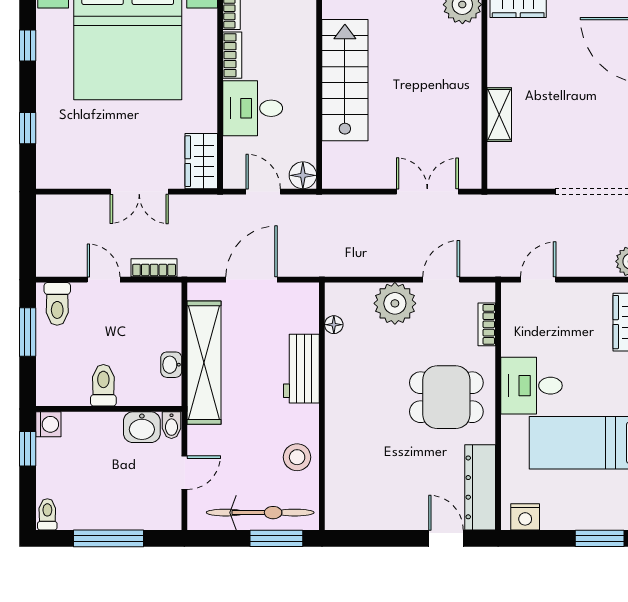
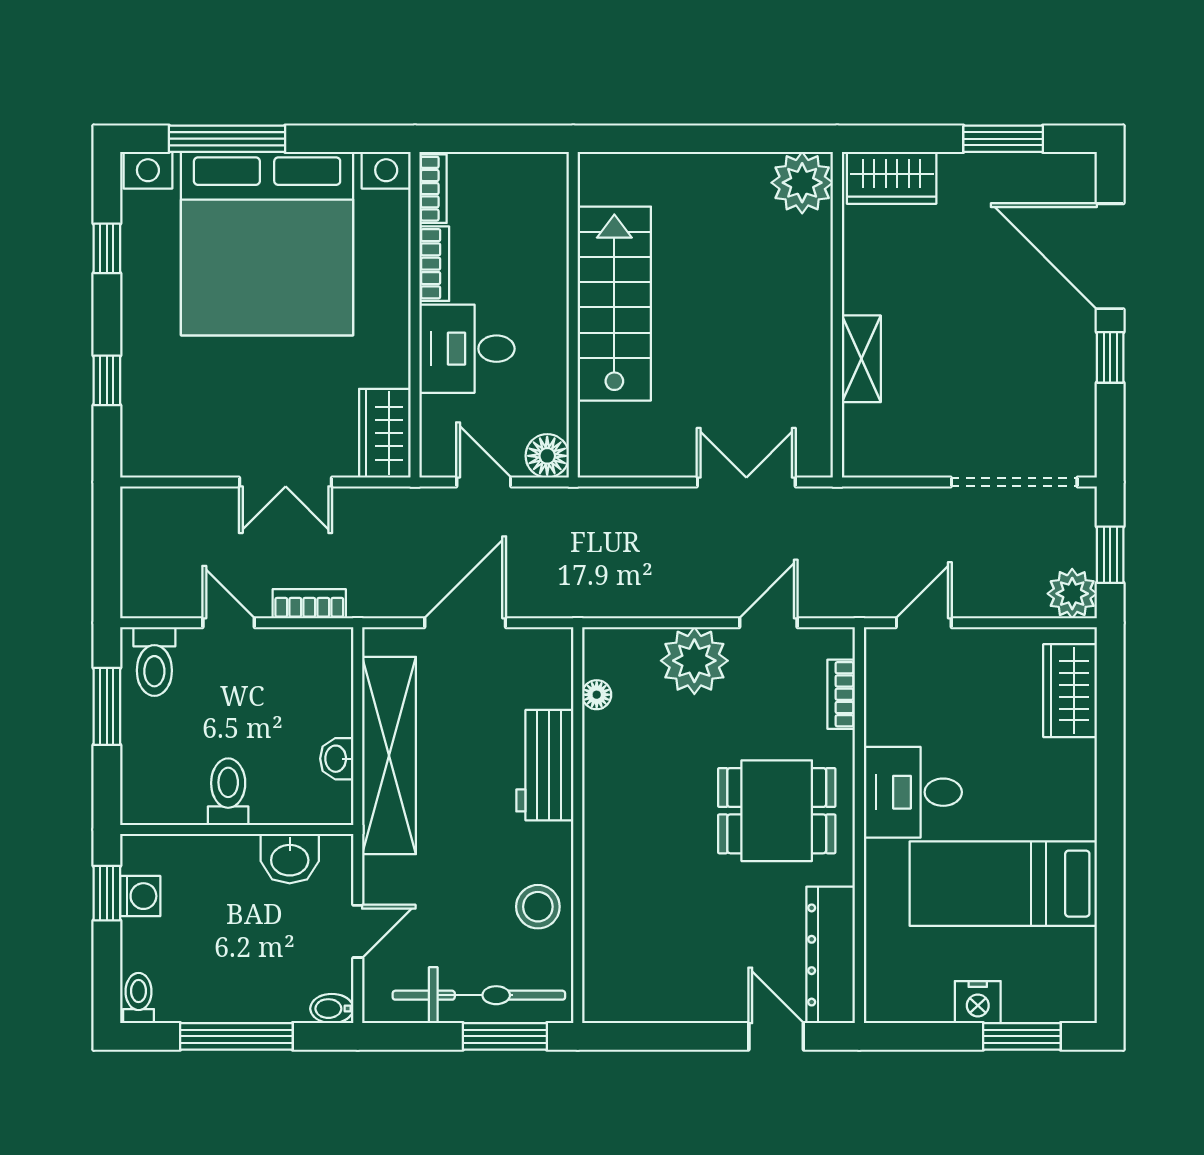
washing machine: (48, 424) -> (140, 896), moved
bidet: (171, 425) -> (332, 1009), moved, turned 90
nightstand: (525, 517) -> (978, 1002), moved

